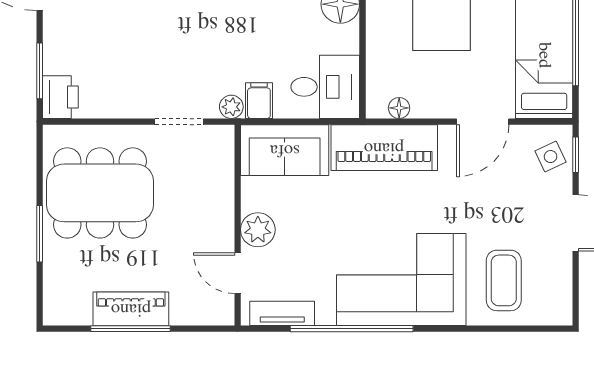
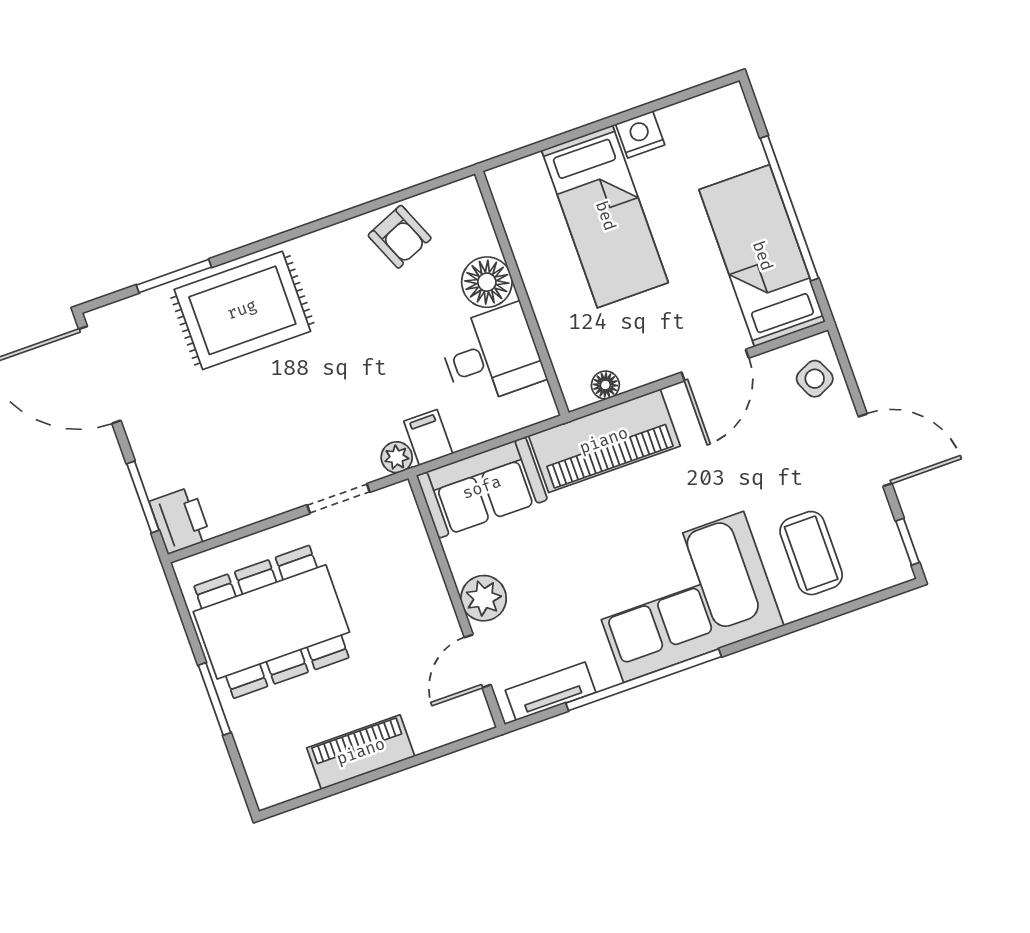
desk: (325, 87) -> (492, 355), moved
window: (576, 155) -> (908, 542), moved
door: (238, 273) -> (478, 661), hinge flipped
window: (131, 329) -> (369, 777), removed

